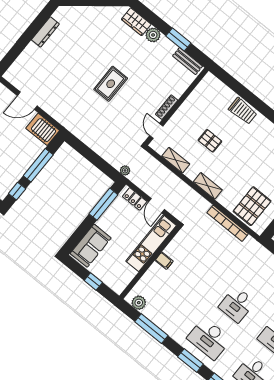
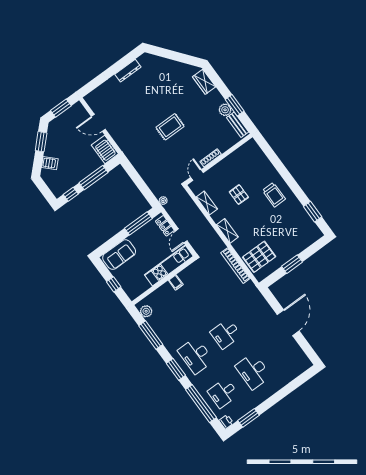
plant: (153, 35) -> (225, 110), moved
trolley: (243, 111) -> (274, 195), moved

